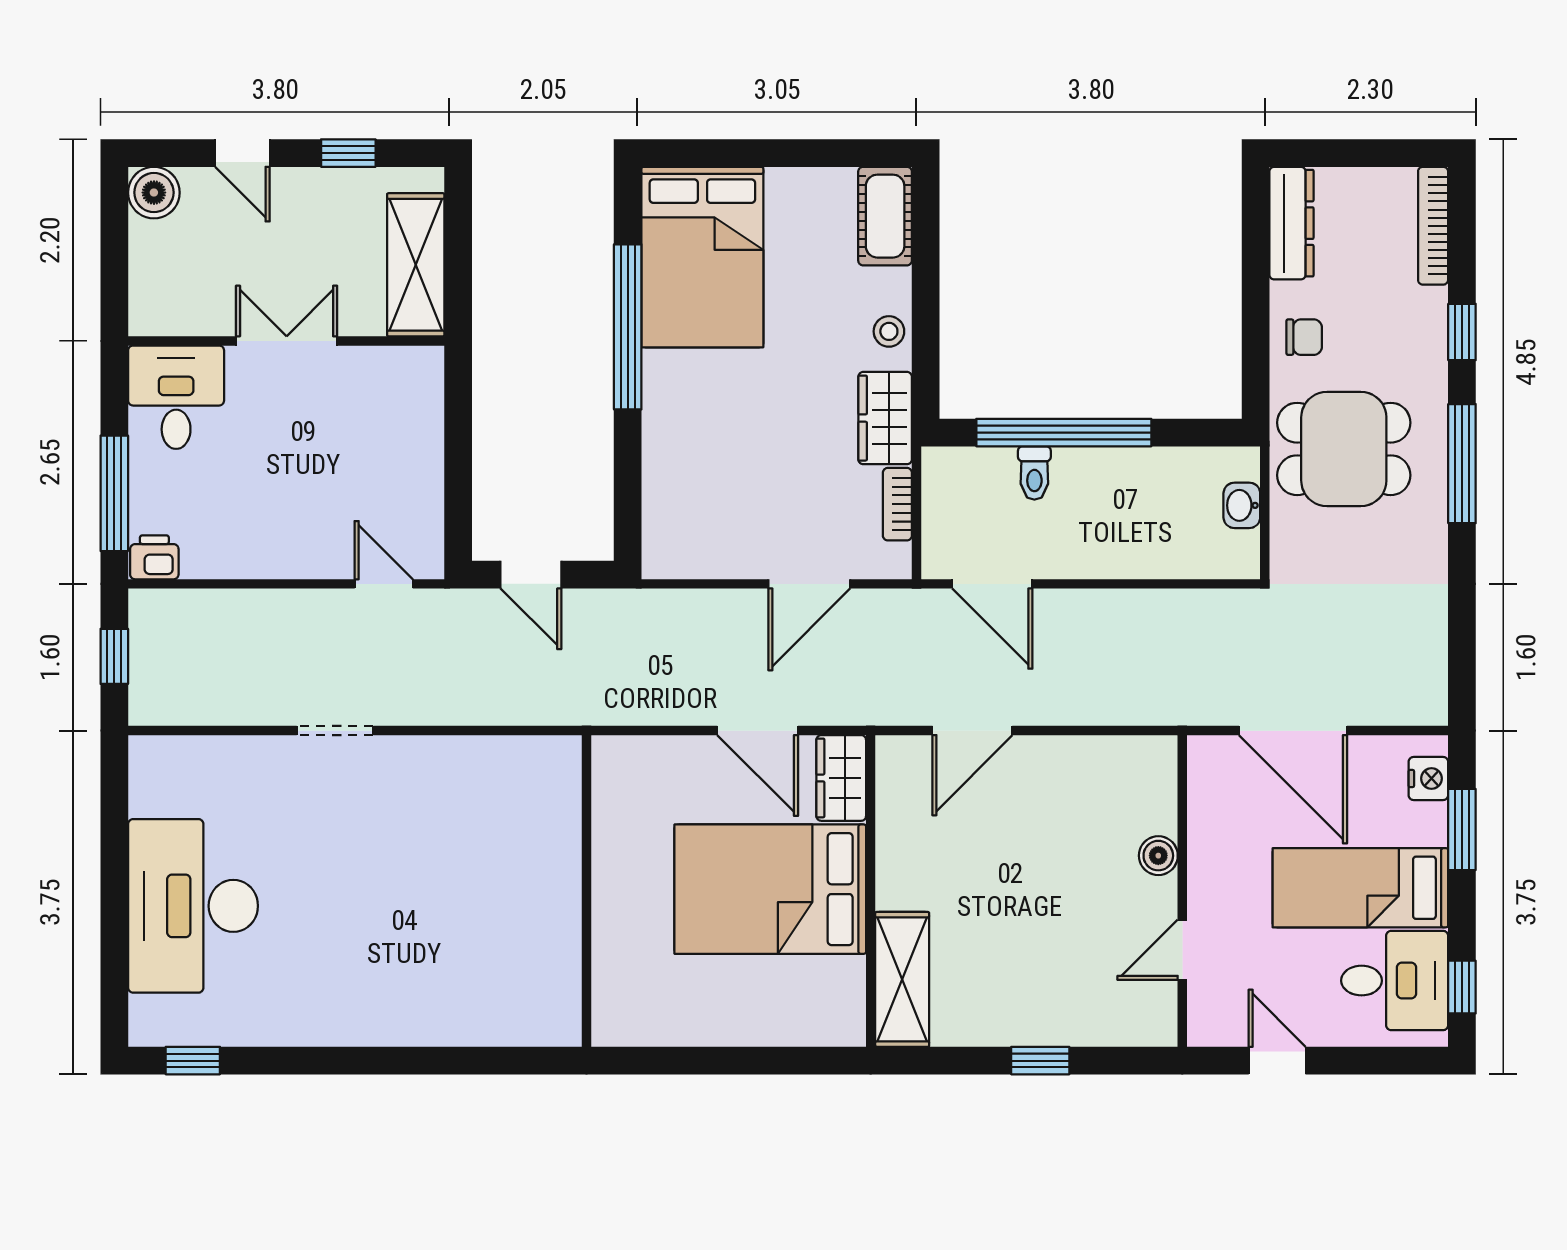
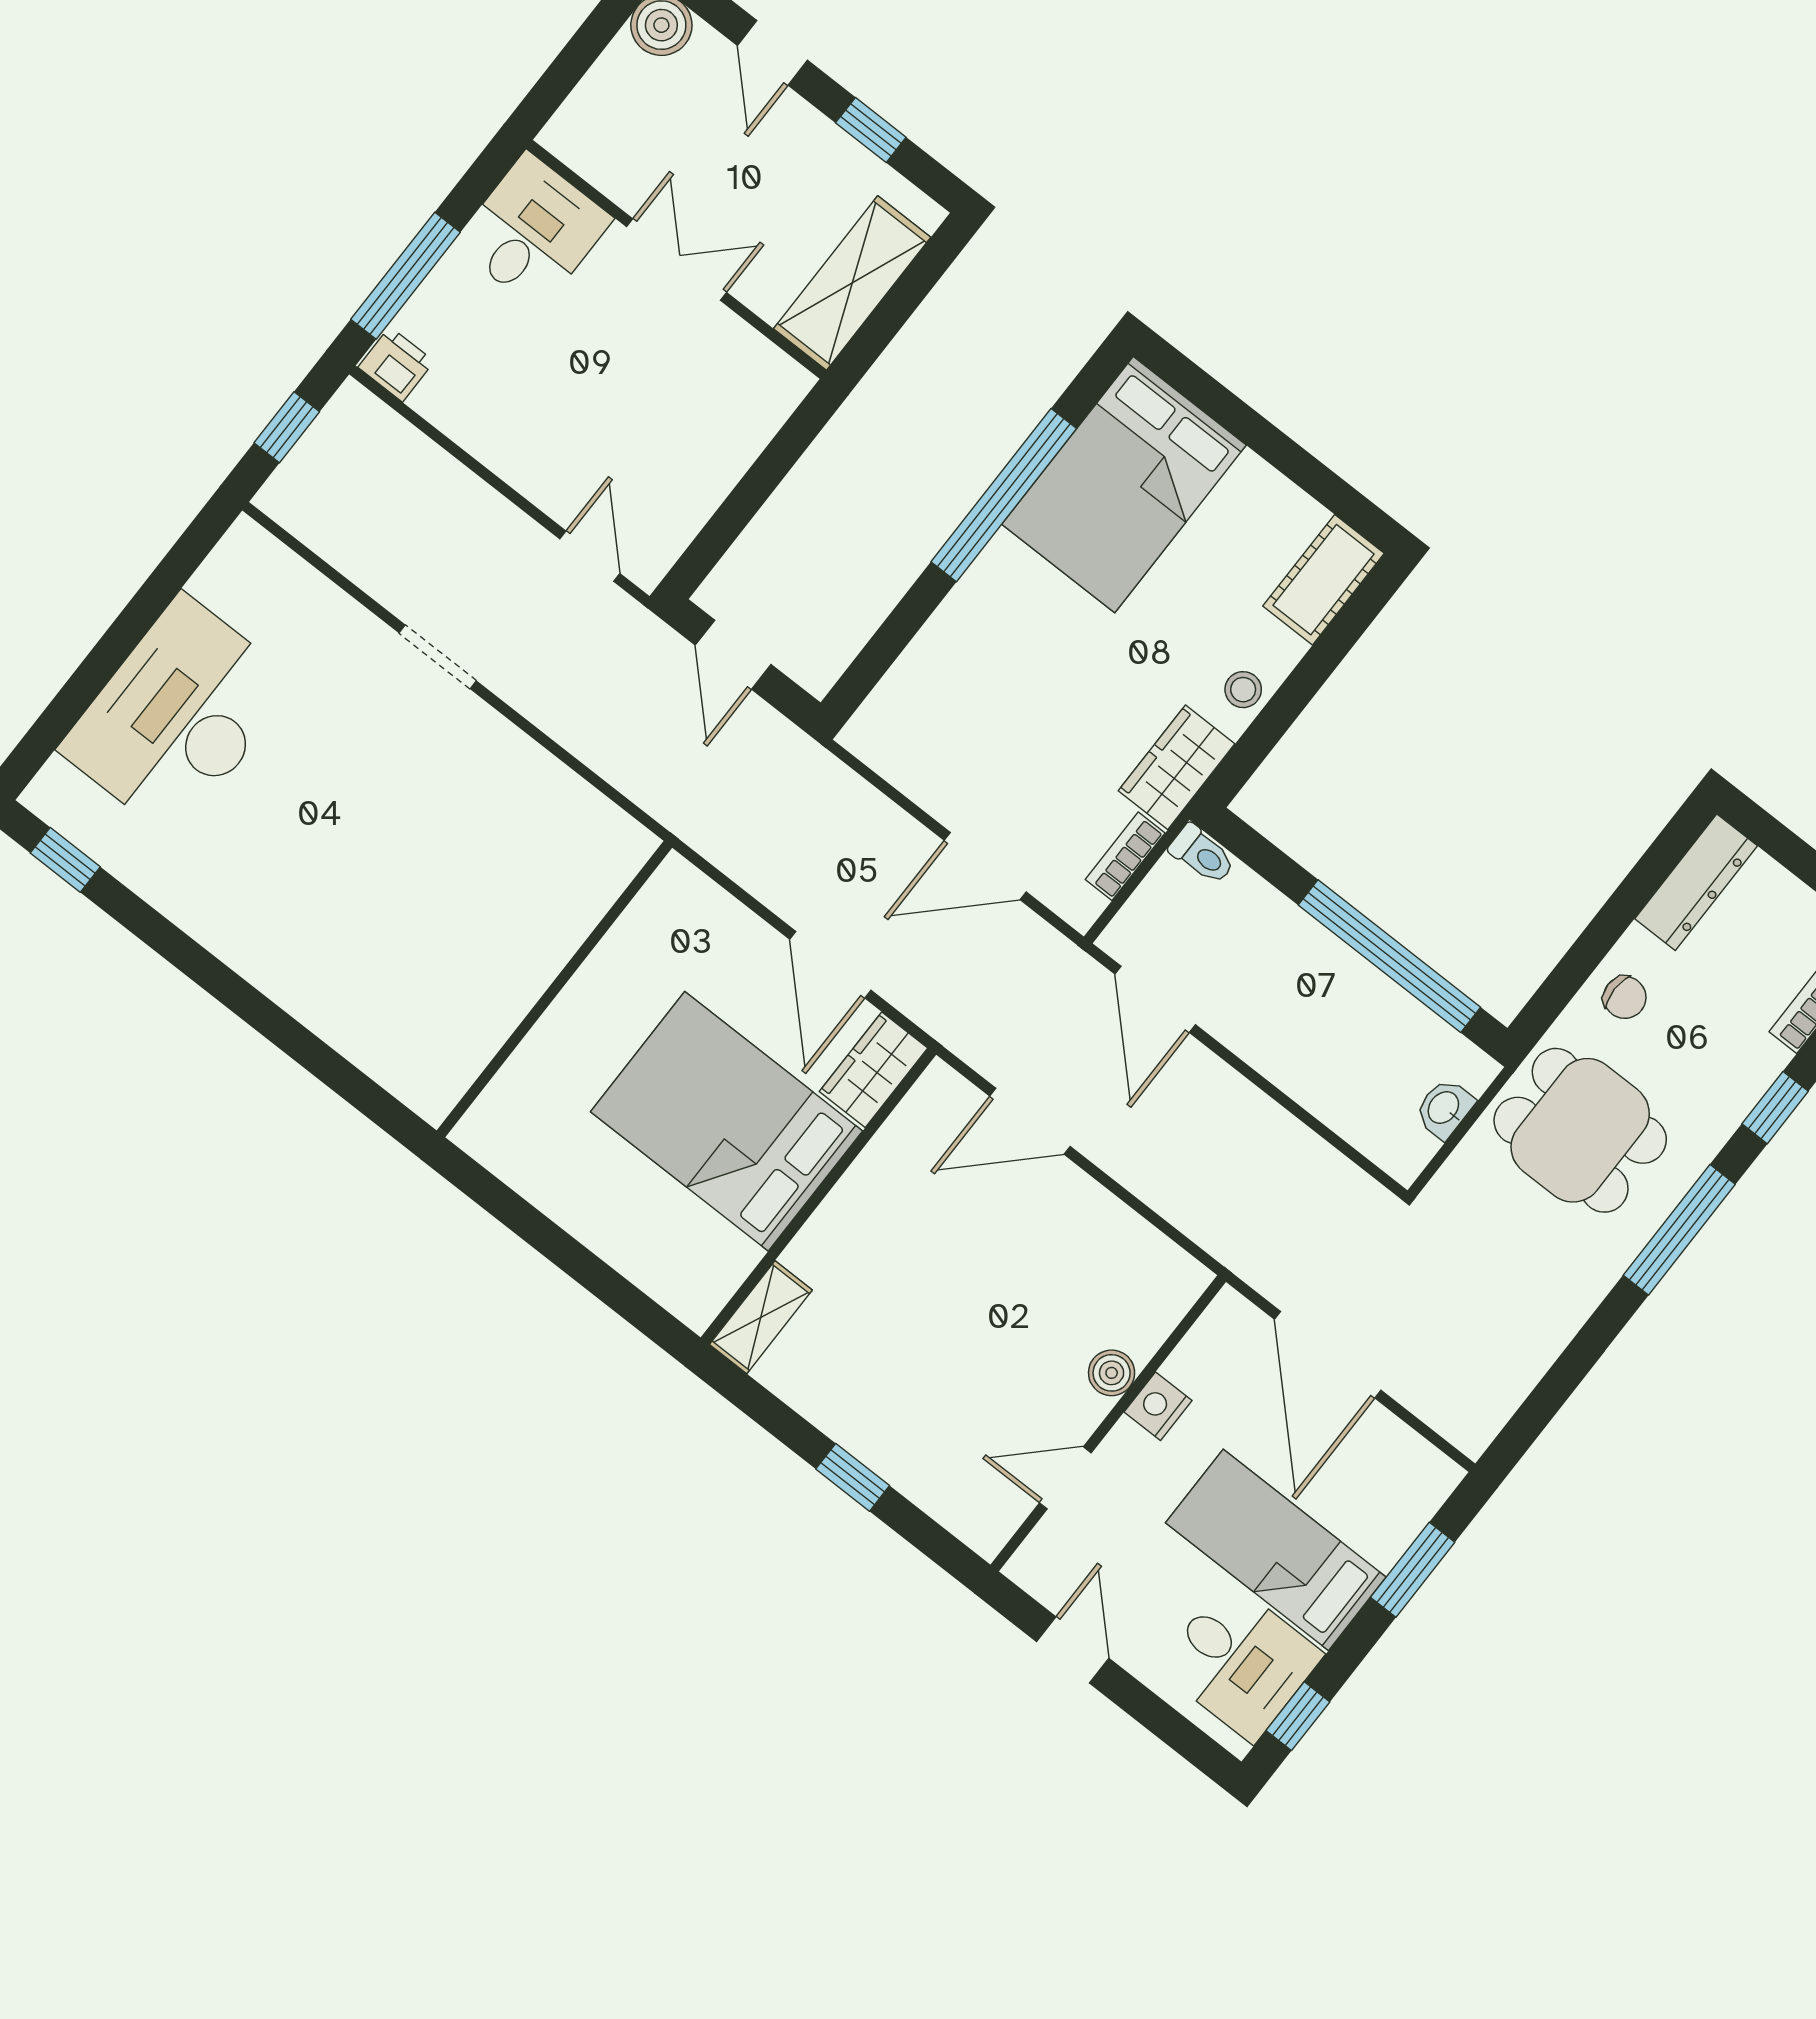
window: (1064, 433) -> (1389, 956), moved
toilet: (1034, 473) -> (1202, 854), moved, turned -90
nightstand: (1428, 778) -> (1158, 1406), moved, turned 180
shelving: (902, 979) -> (761, 1317), width x0.67, depth x0.75

